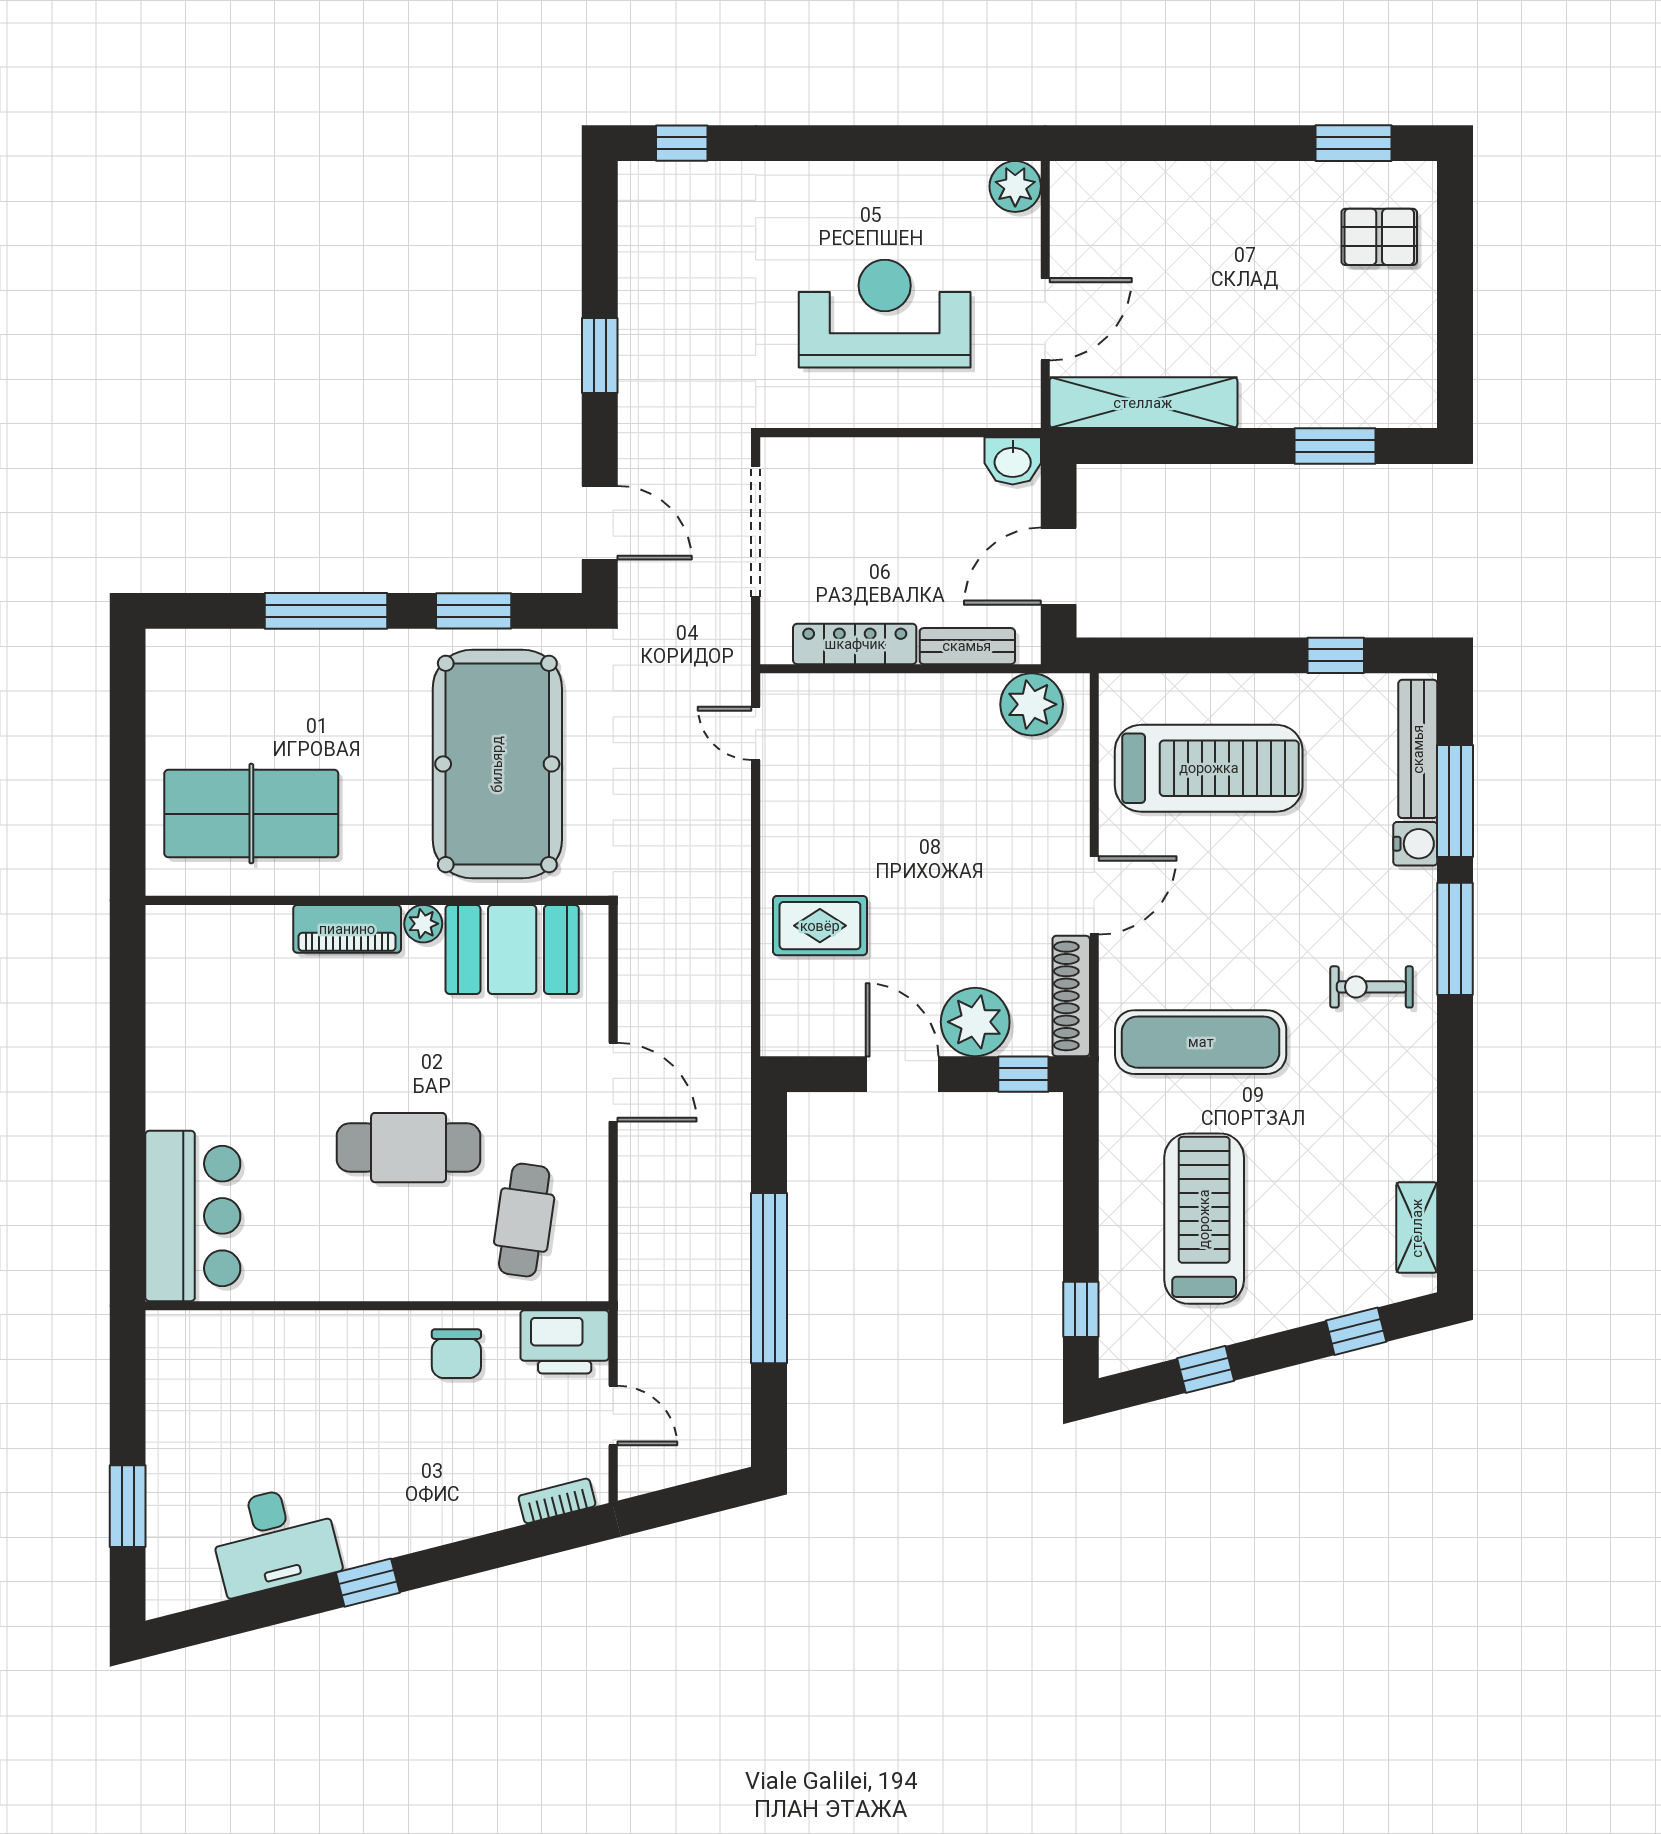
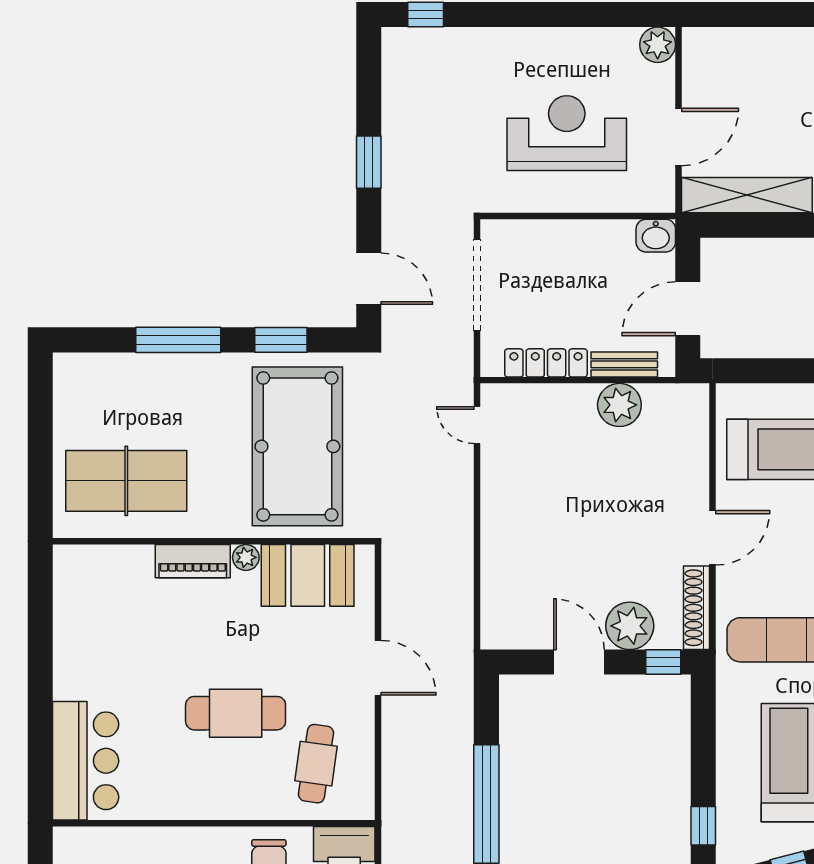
plant: (1032, 704) -> (619, 405), moved
rug: (820, 926) -> (522, 559), removed

